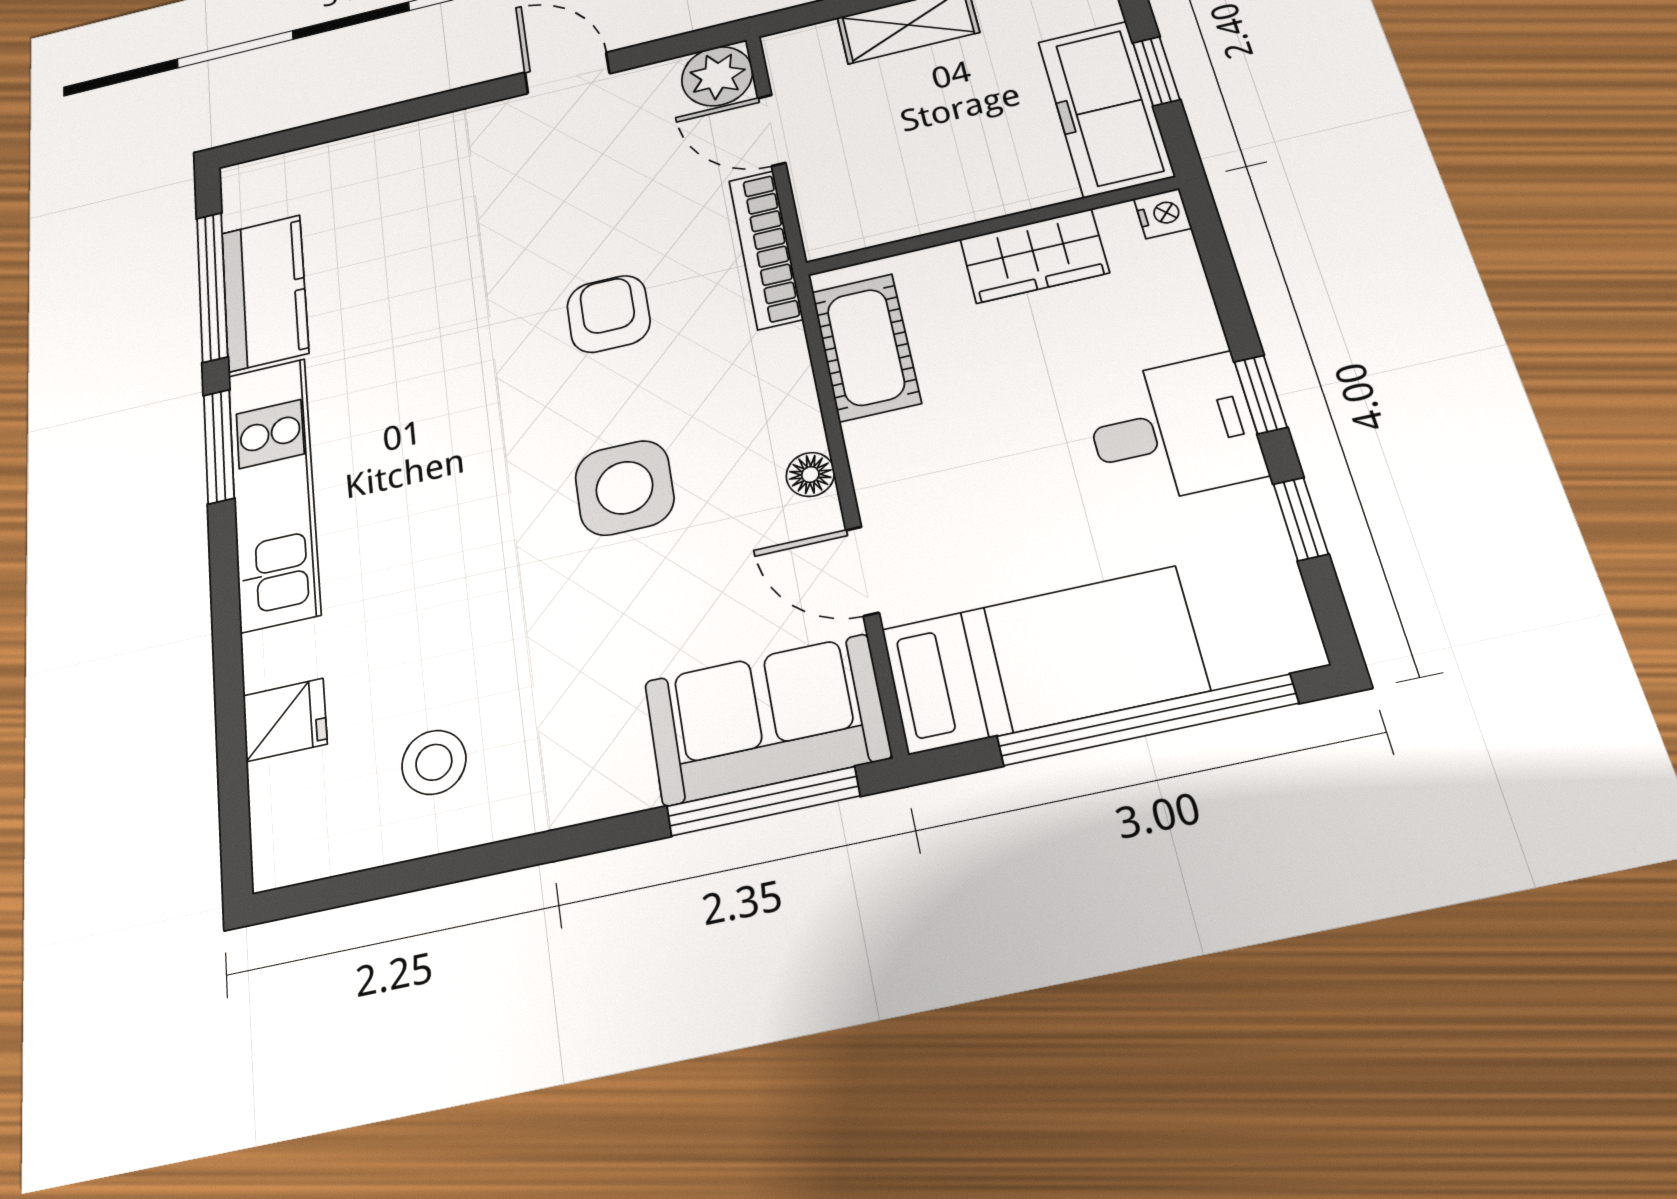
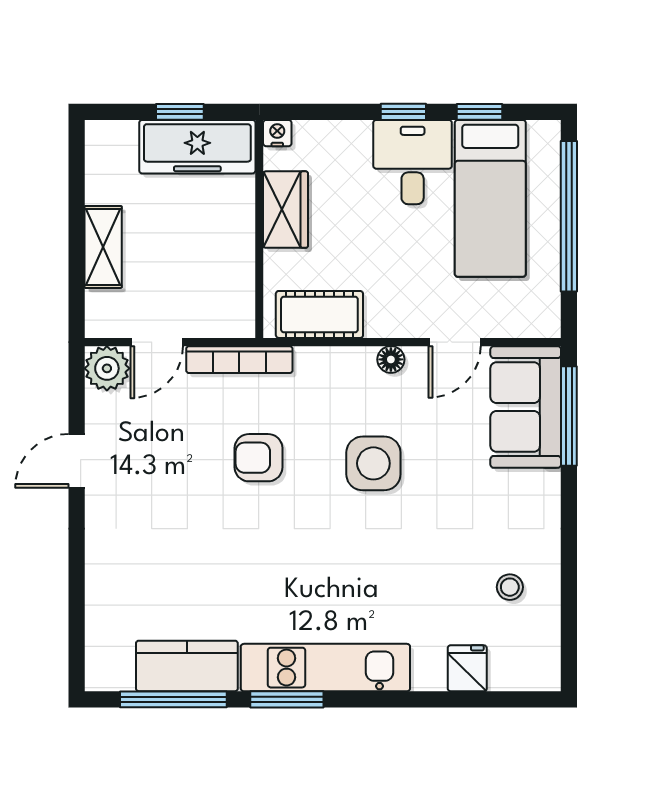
bed: (1043, 660) -> (490, 198), moved, turned 180
stool: (434, 762) -> (510, 587), width x0.73, depth x0.73

